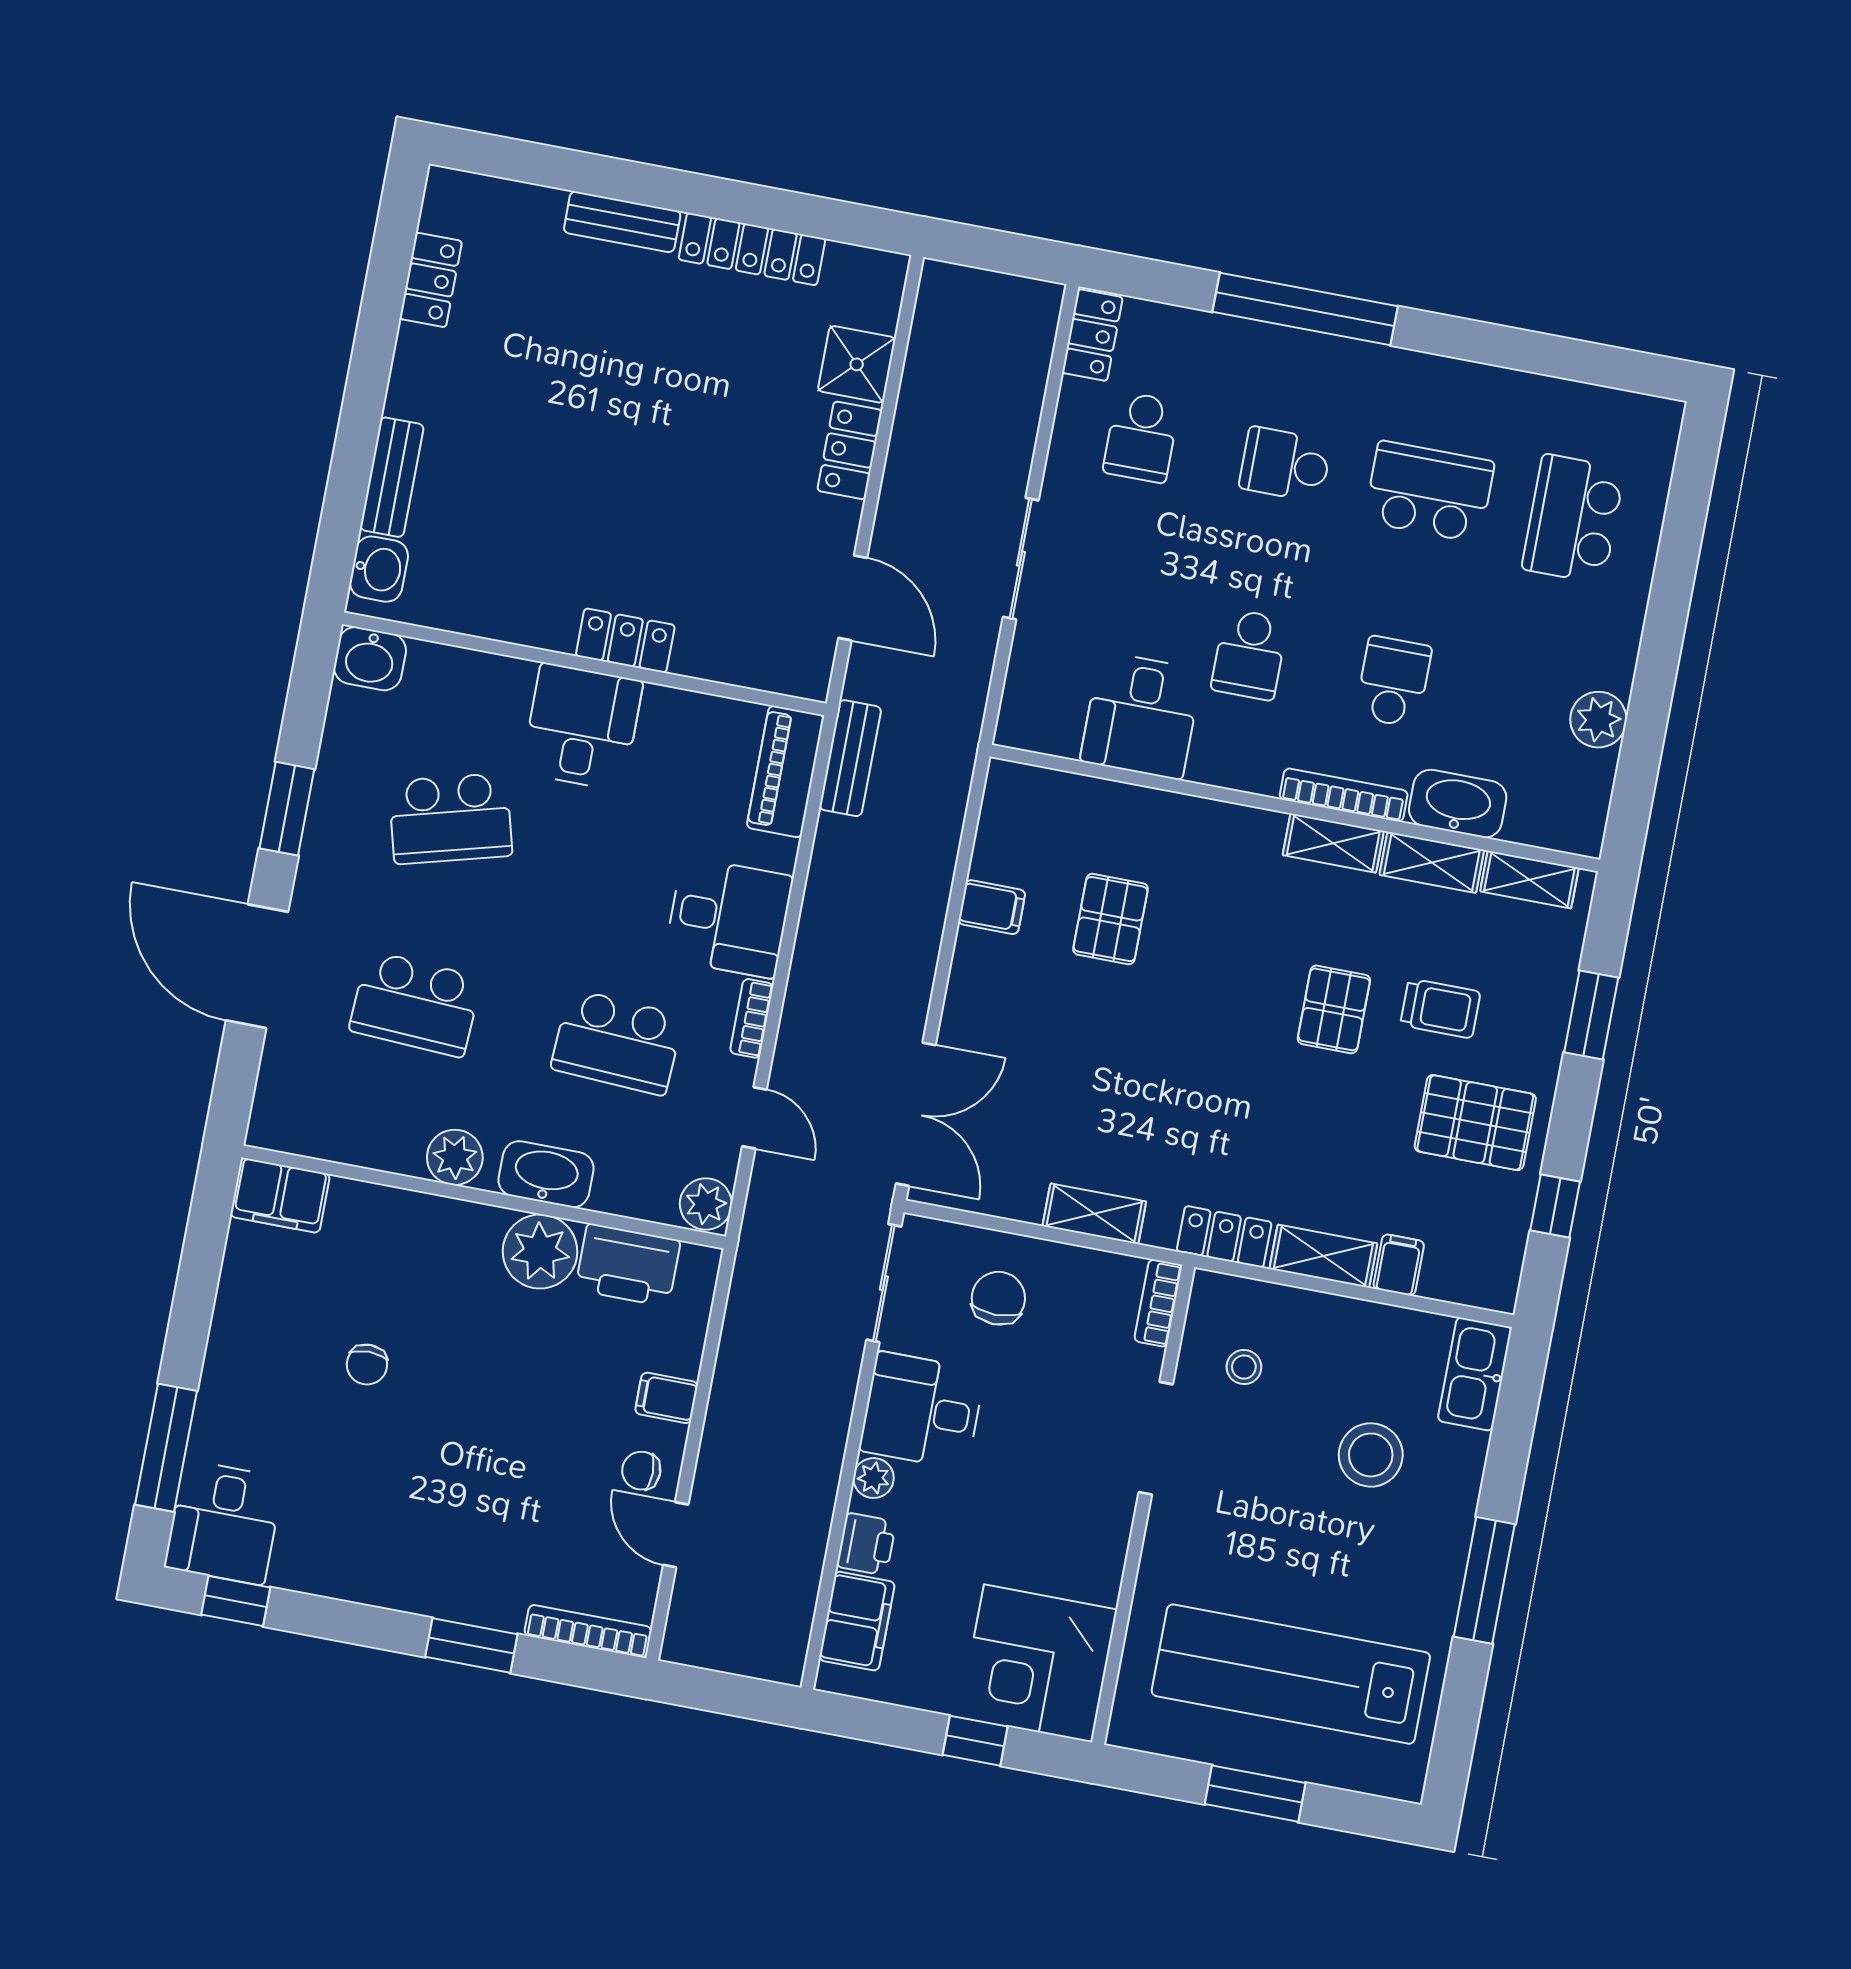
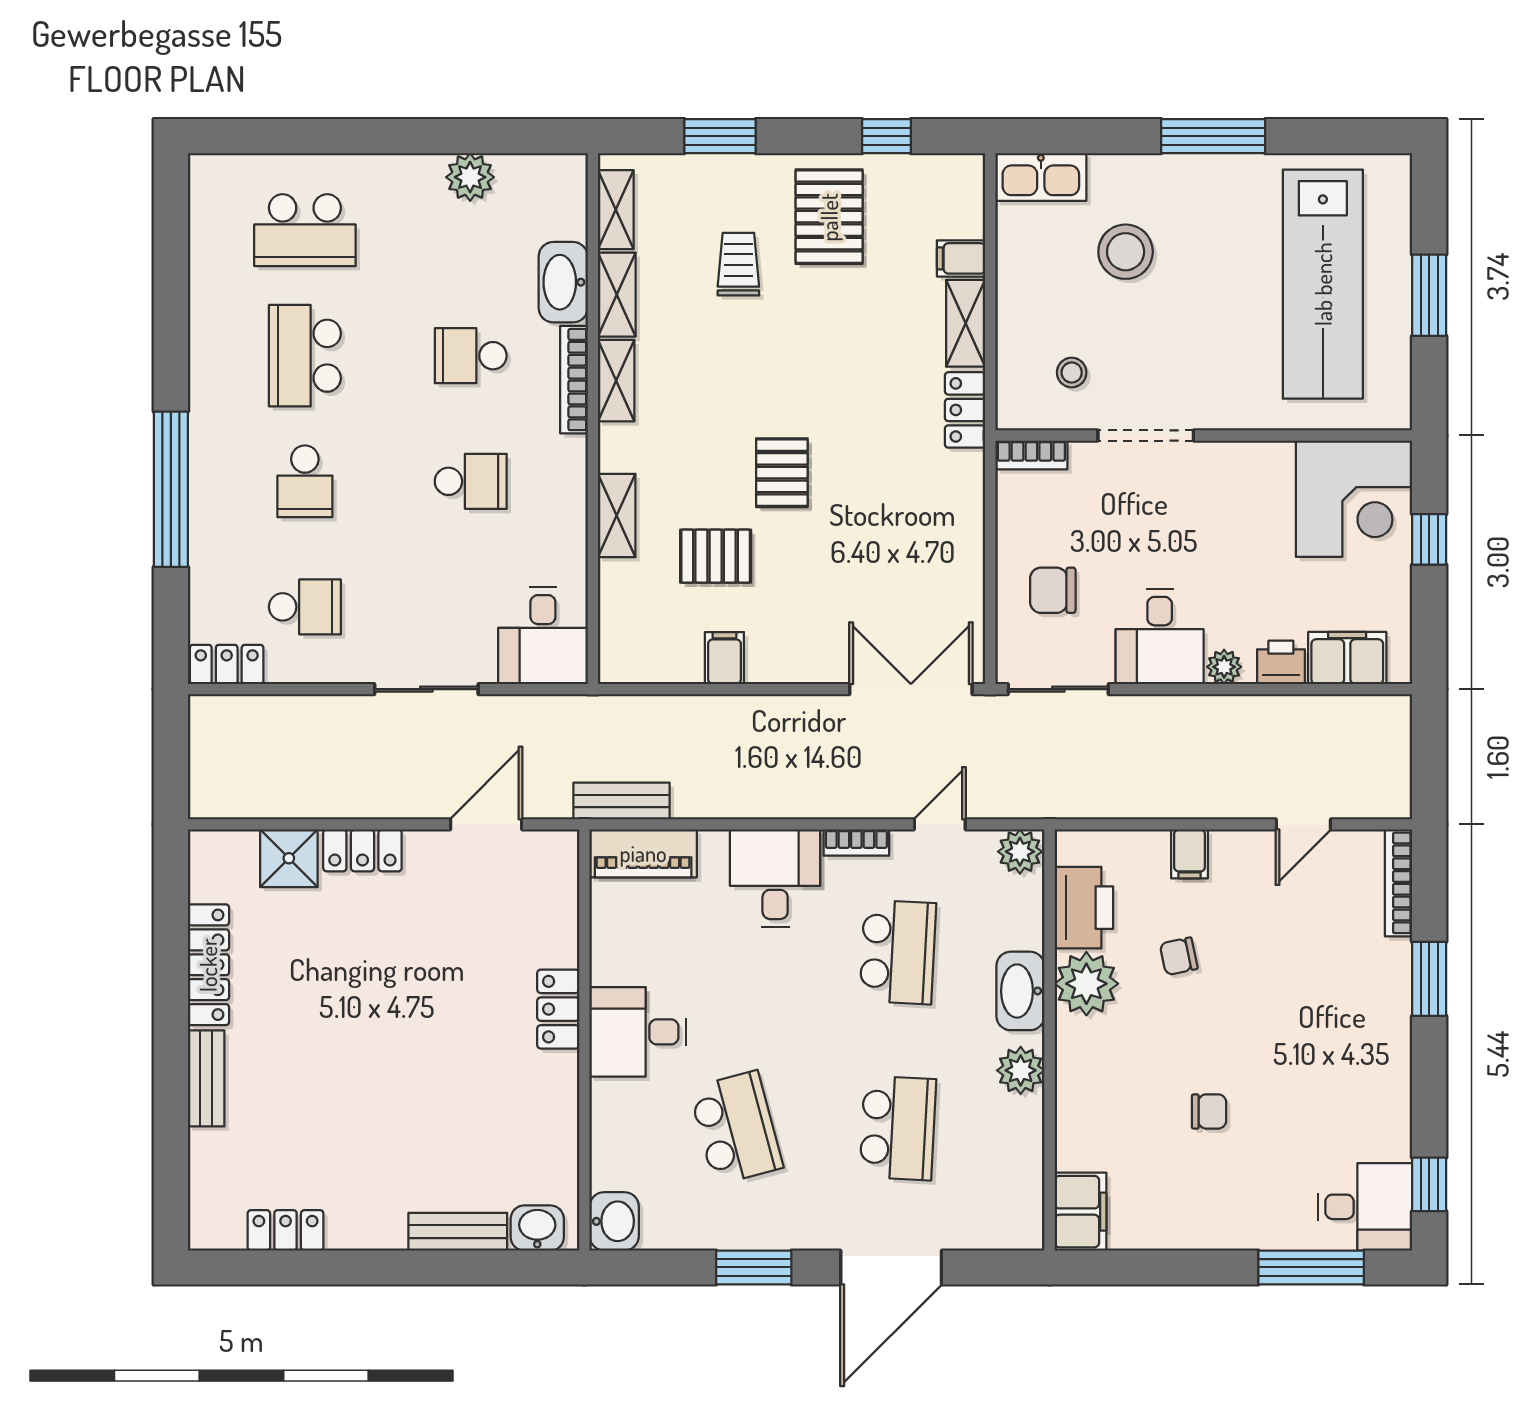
desk: (1141, 716) -> (543, 636), moved, turned 90
pallet: (1334, 1009) -> (782, 473), moved, turned 90
shelving: (1094, 1214) -> (617, 516), moved
chair: (641, 1471) -> (1179, 956), moved, turned 78

